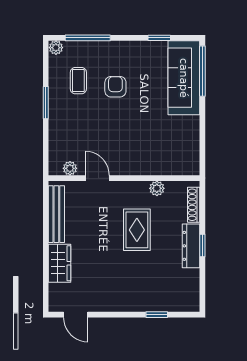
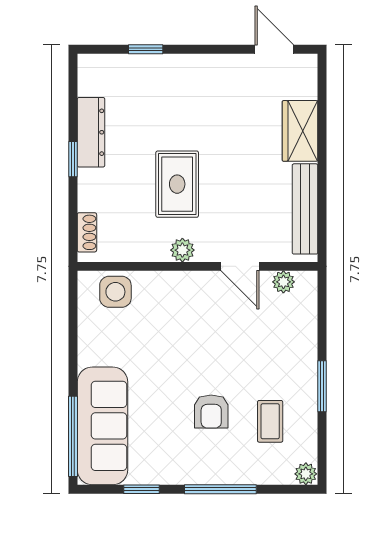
window: (88, 38) -> (220, 489), moved
side table: (176, 162) -> (115, 292), added
plant: (157, 188) -> (182, 250), moved
shoe rack: (194, 205) -> (87, 232), width x0.70
dresser: (191, 246) -> (91, 132), moved

